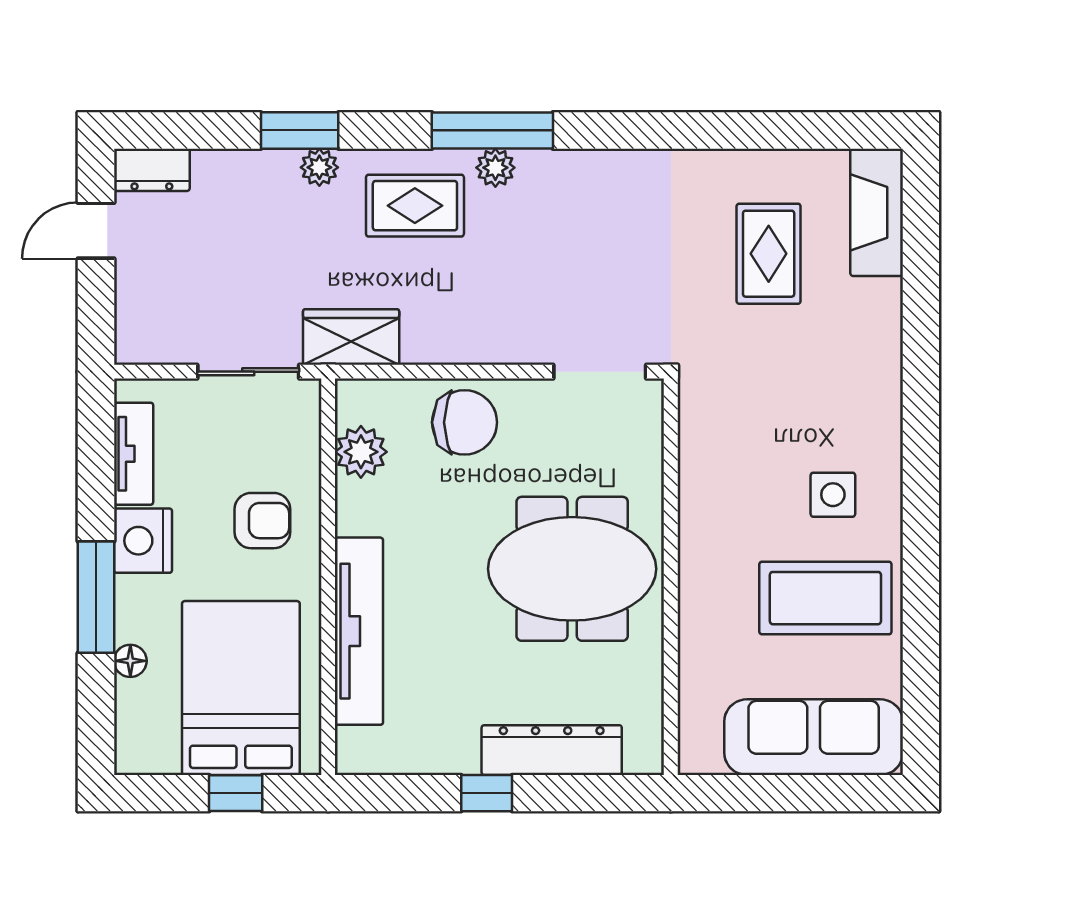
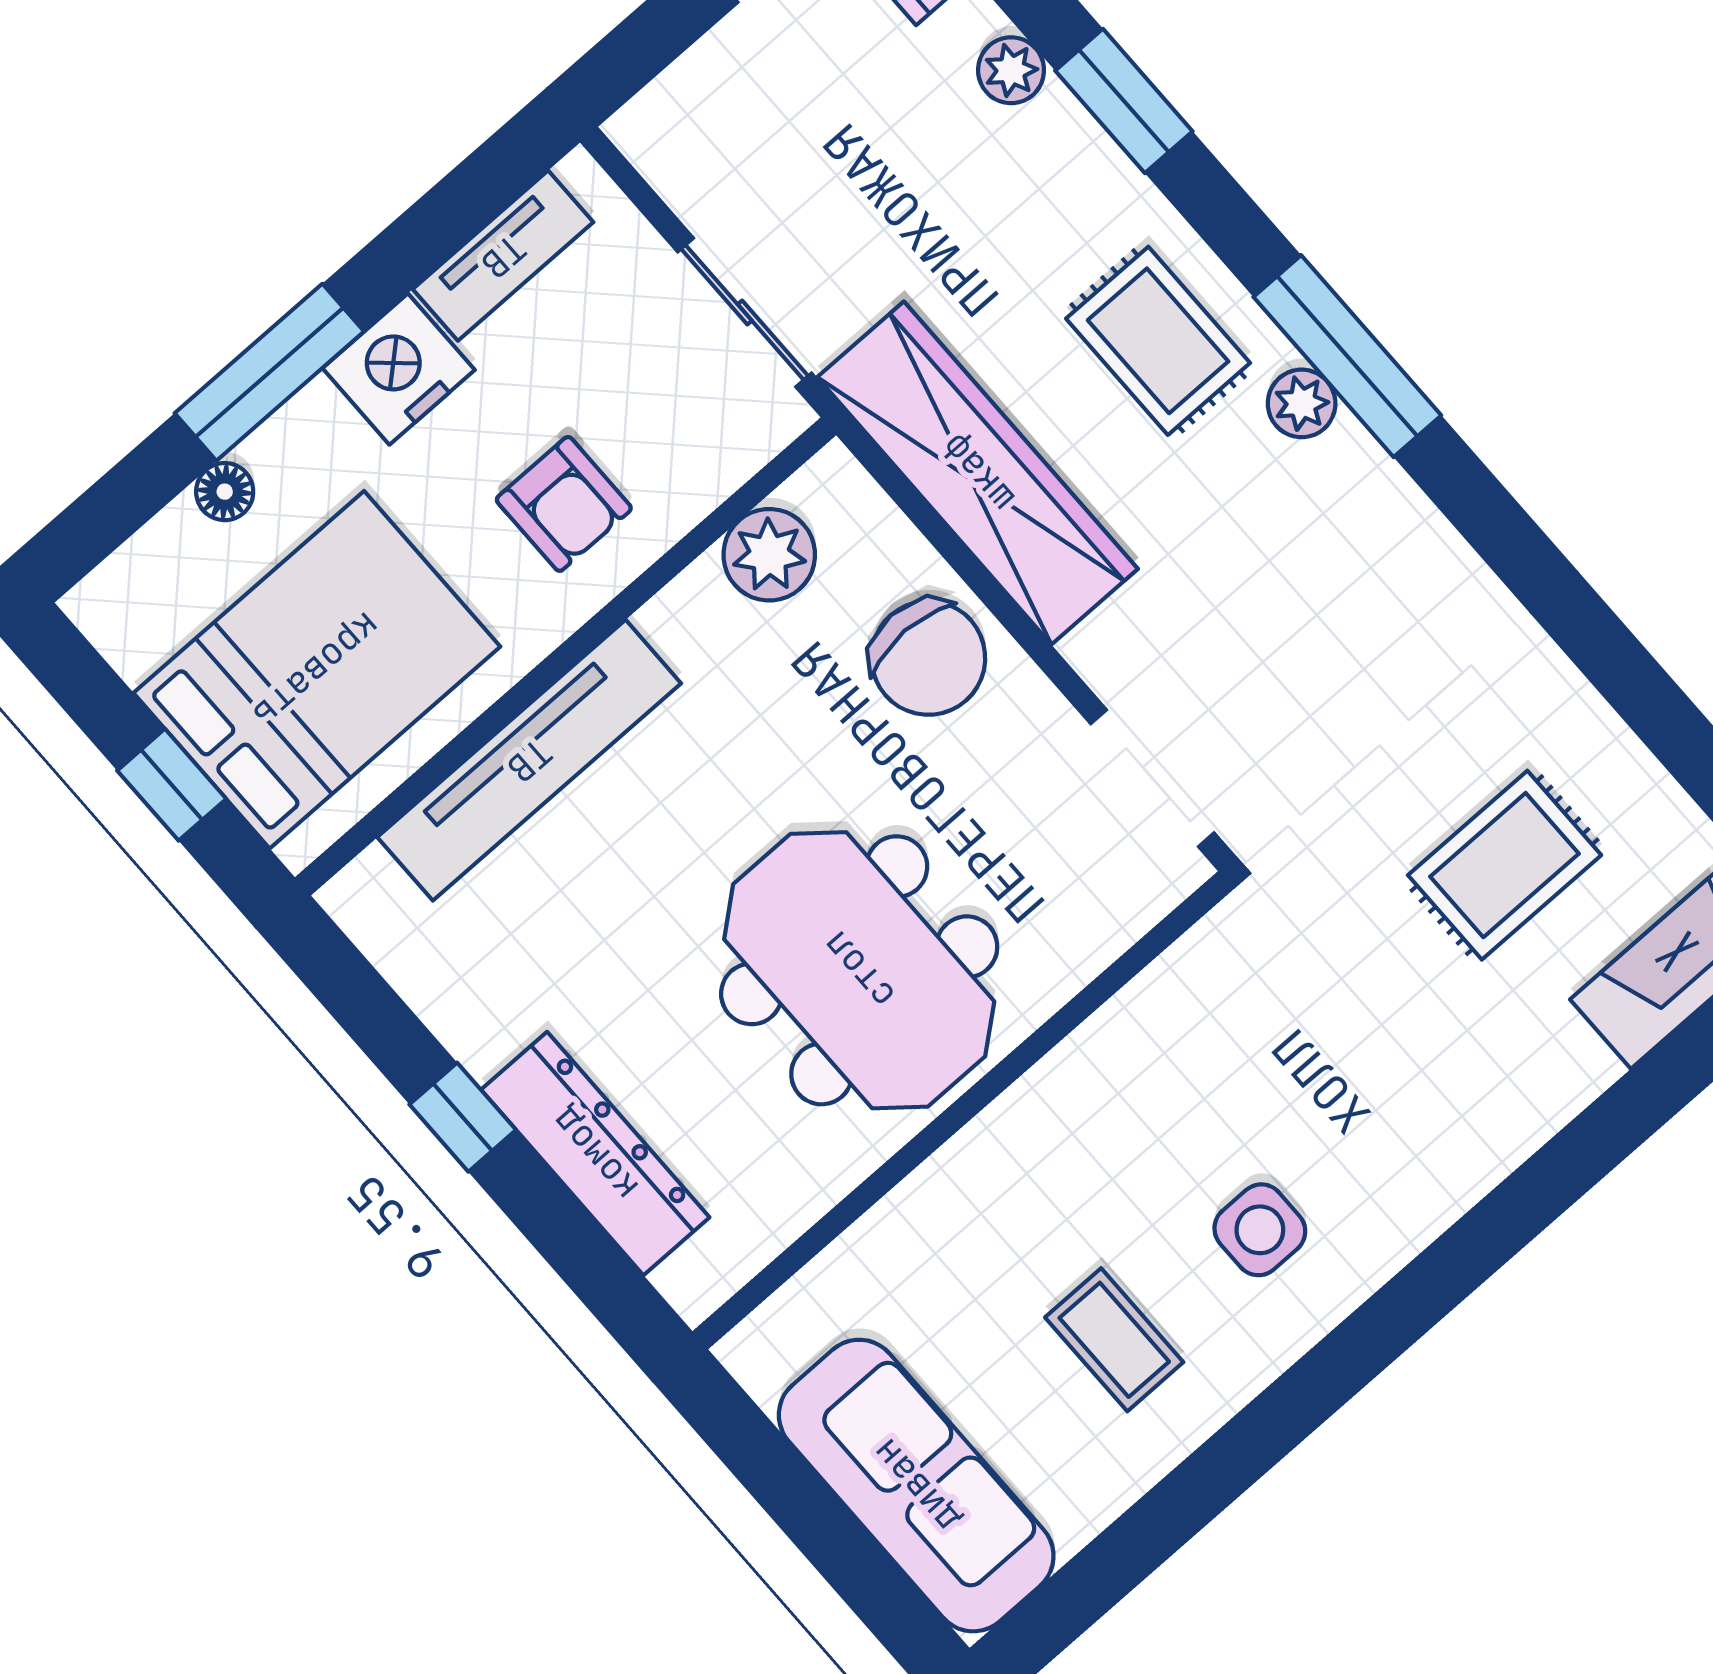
plant: (319, 167) -> (1011, 70), moved
wardrobe: (351, 337) -> (978, 473), width x2.10, depth x1.17
coffee table: (825, 598) -> (1114, 1340), width x0.54, depth x0.58

